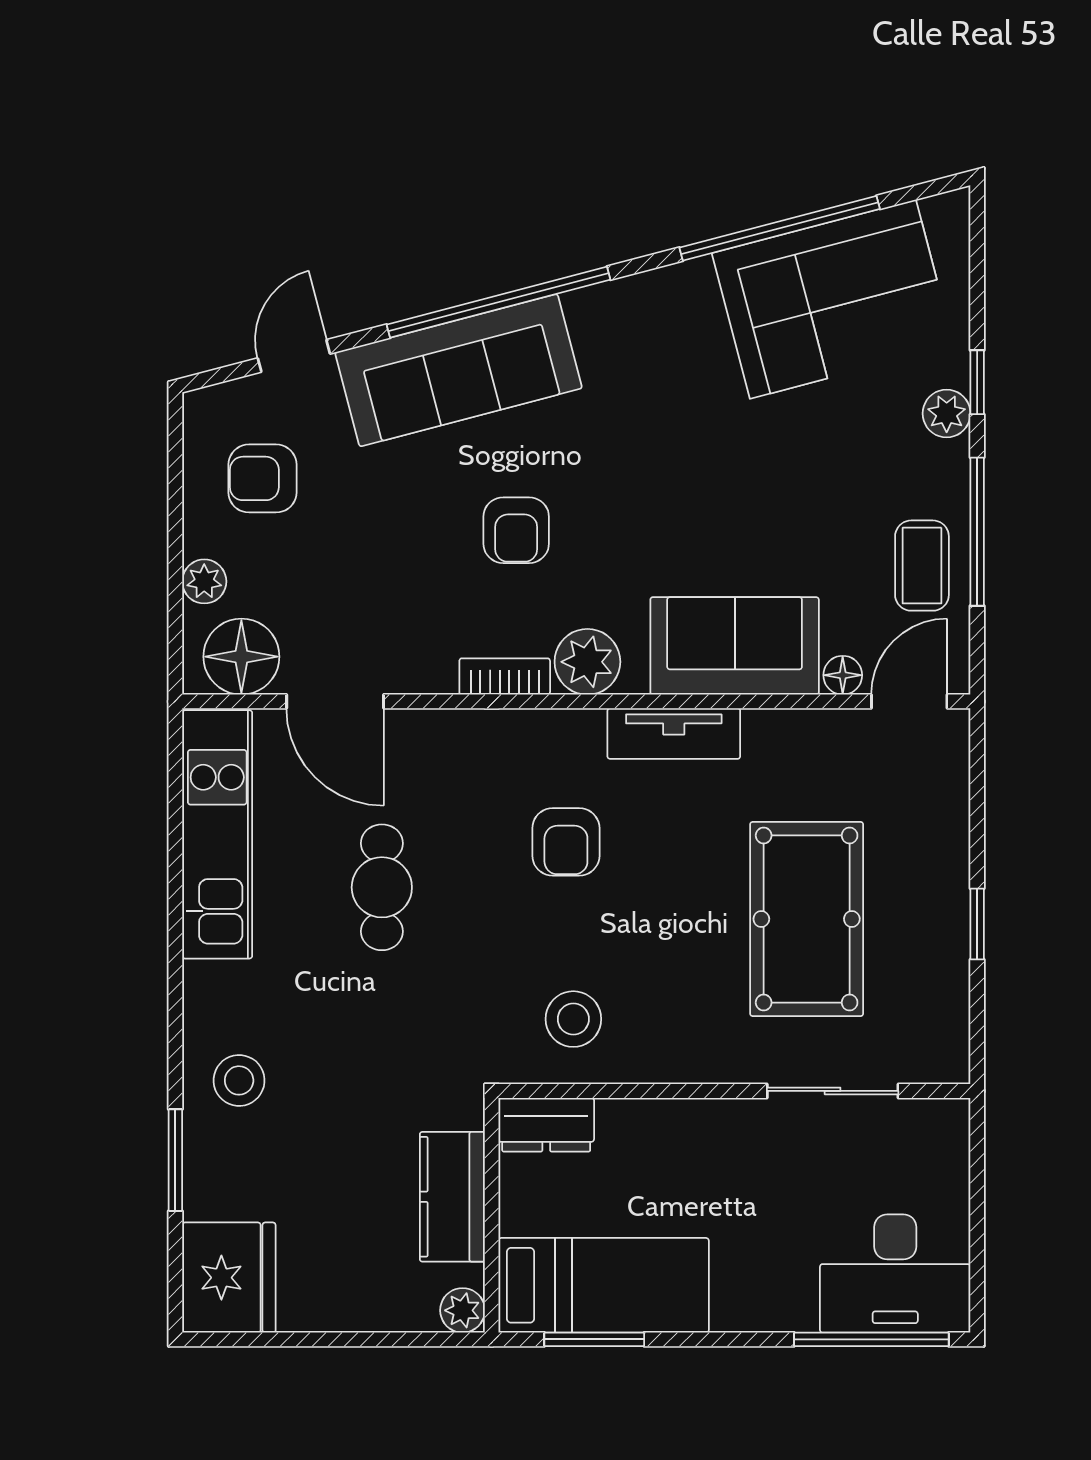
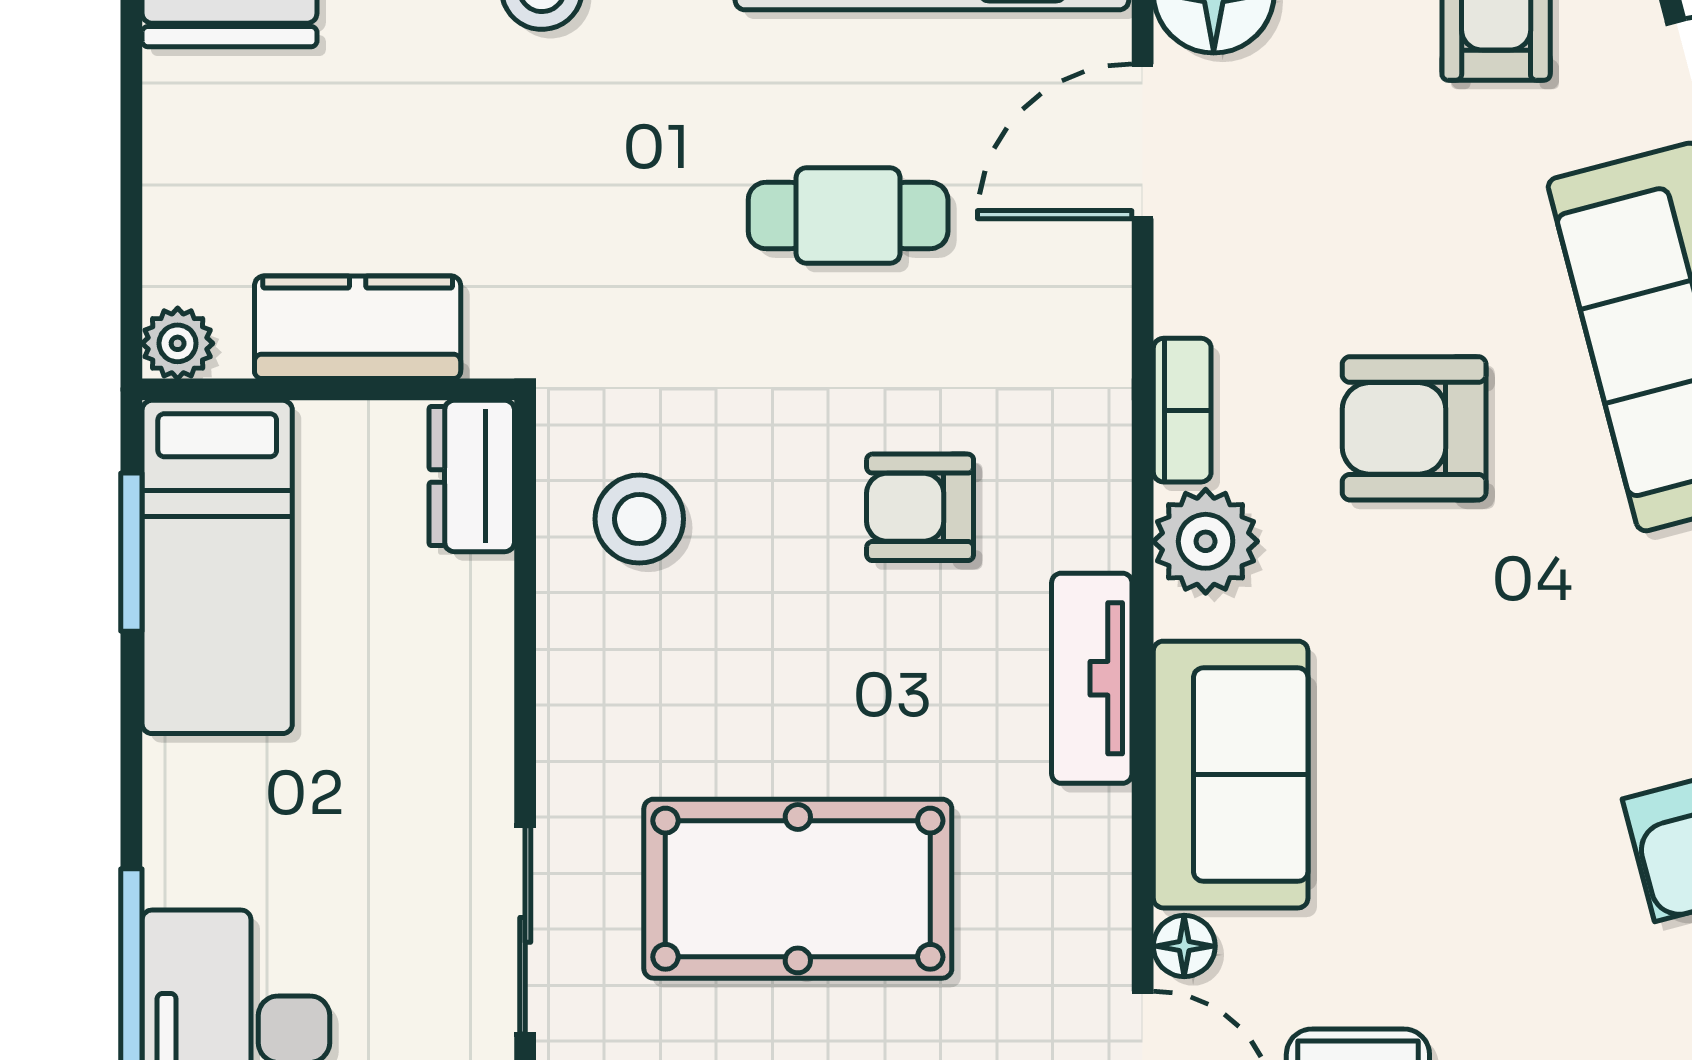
armchair: (516, 530) -> (1414, 428), width x1.38, depth x1.38

